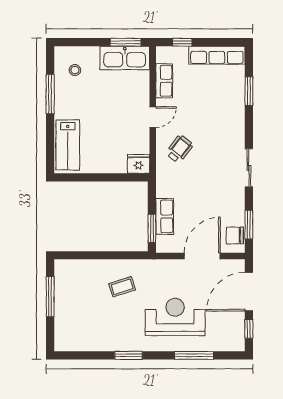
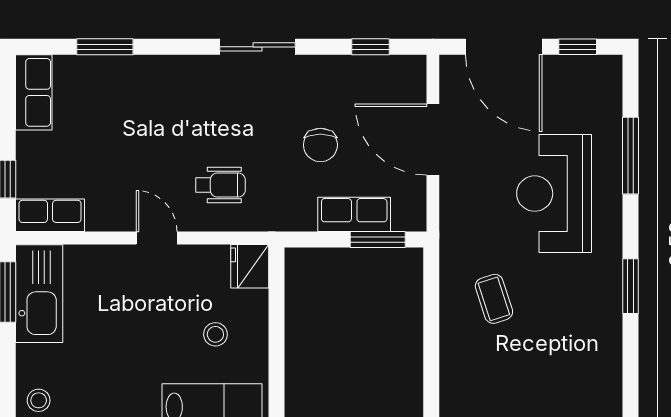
row of seats: (217, 55) -> (34, 92), width x0.68
stool: (75, 70) -> (39, 400), moved
row of seats: (164, 81) -> (50, 215), moved
stool: (104, 147) -> (215, 334), added
wheelchair: (179, 149) -> (220, 185), turned 142
window: (249, 225) -> (370, 47), width x0.67
chair: (235, 235) -> (320, 145), moved

